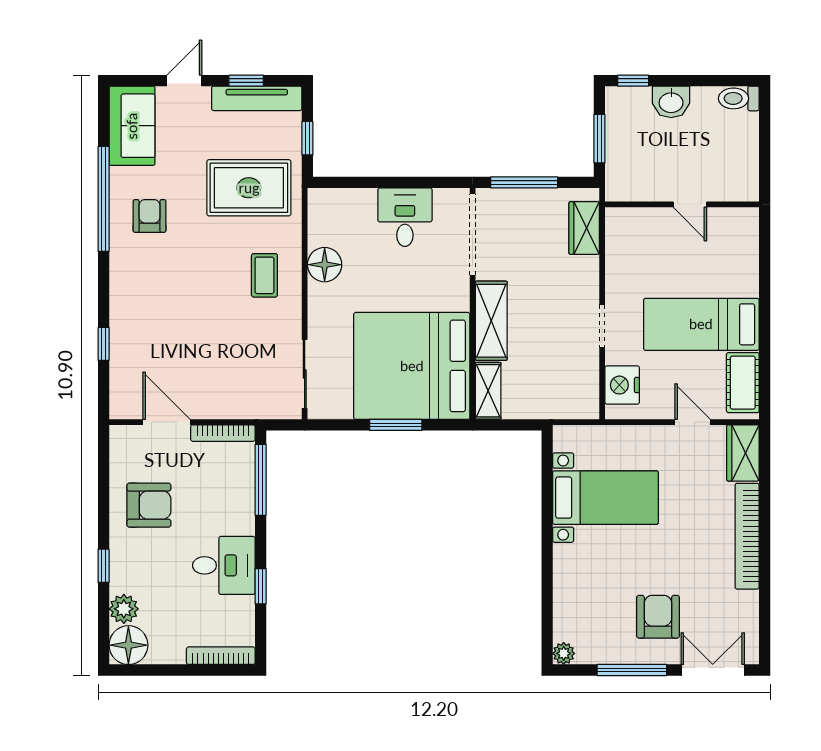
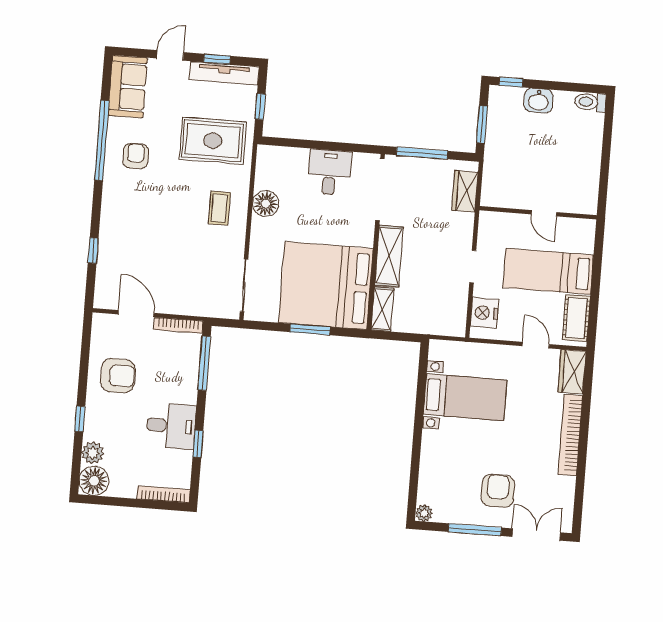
wall: (682, 204) -> (538, 213), moved
door: (690, 204) -> (544, 213), moved

